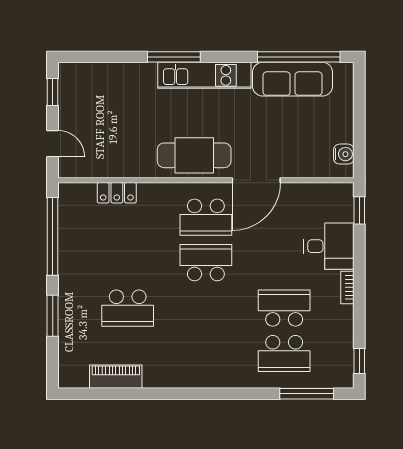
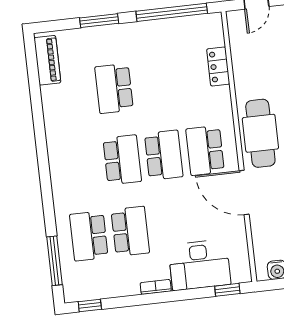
desk: (329, 246) -> (199, 265), width x1.37
school desk: (206, 308) -> (122, 160), added
piano: (116, 377) -> (47, 60), moved

